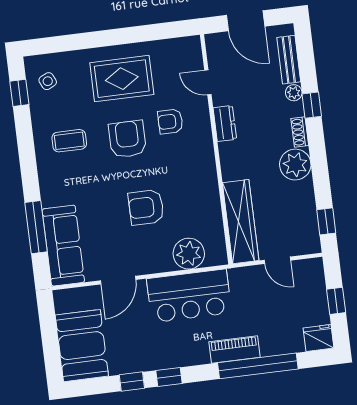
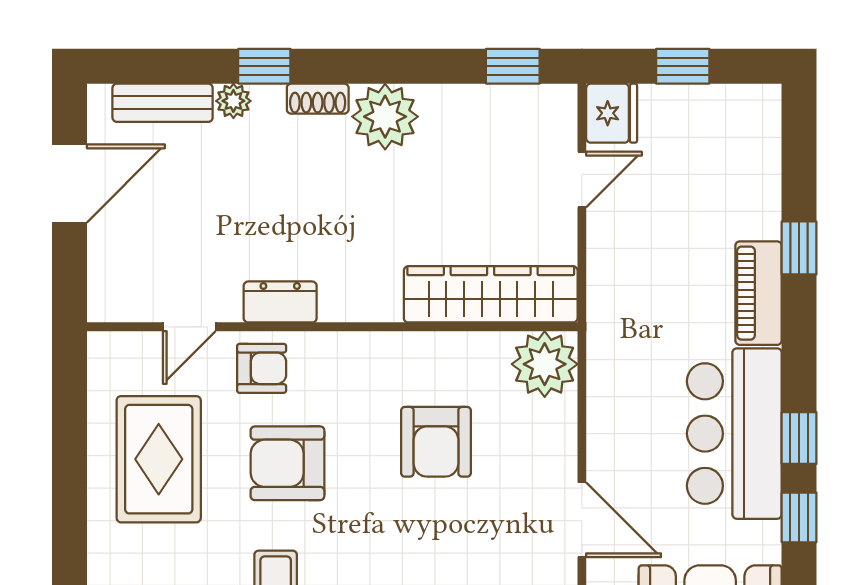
door: (208, 82) -> (189, 327), moved
armchair: (170, 121) -> (262, 368), turned -90
dresser: (225, 123) -> (280, 302), moved
wall: (216, 149) -> (332, 327), moved
wardrobe: (241, 222) -> (491, 294), moved
bar counter: (189, 296) -> (734, 434), moved, turned 180
fridge: (318, 338) -> (612, 113), moved, turned 180
window: (258, 366) -> (799, 248), width x0.32

